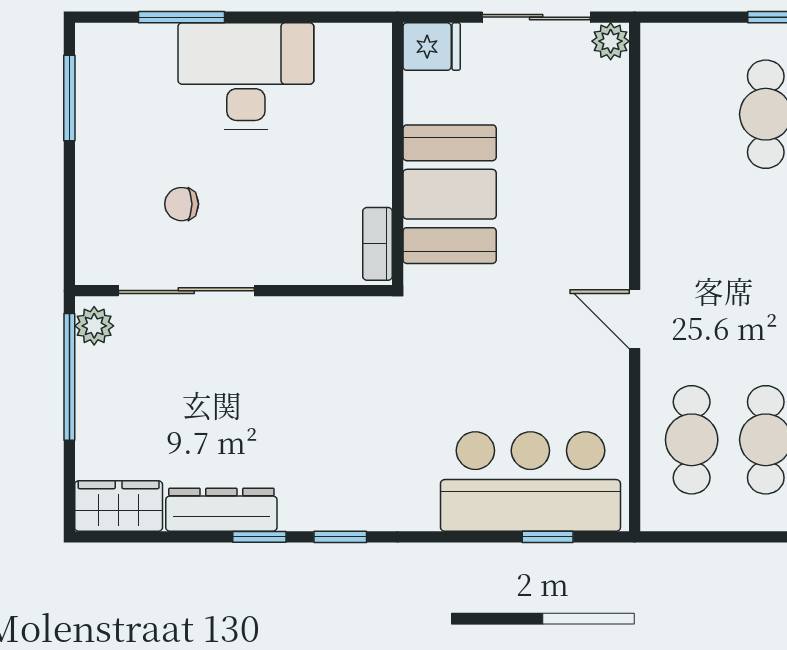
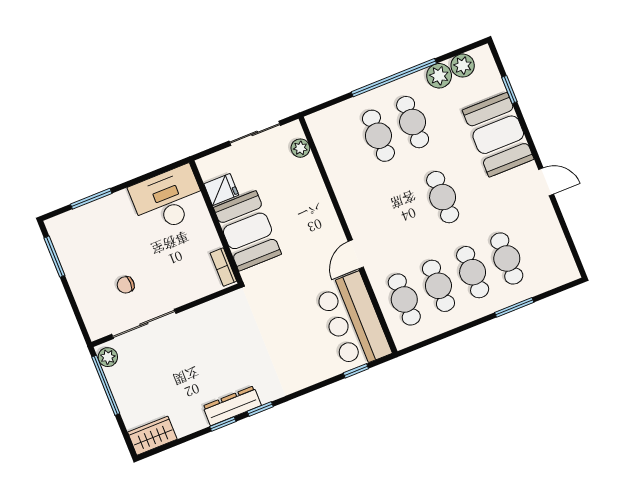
plant: (611, 41) -> (300, 148), moved
fridge: (432, 47) -> (221, 189), moved
desk: (246, 76) -> (168, 199), moved
door: (635, 319) -> (356, 254), hinge flipped
bar counter: (530, 481) -> (353, 321), moved, turned -90
dresser: (221, 510) -> (232, 406), moved

